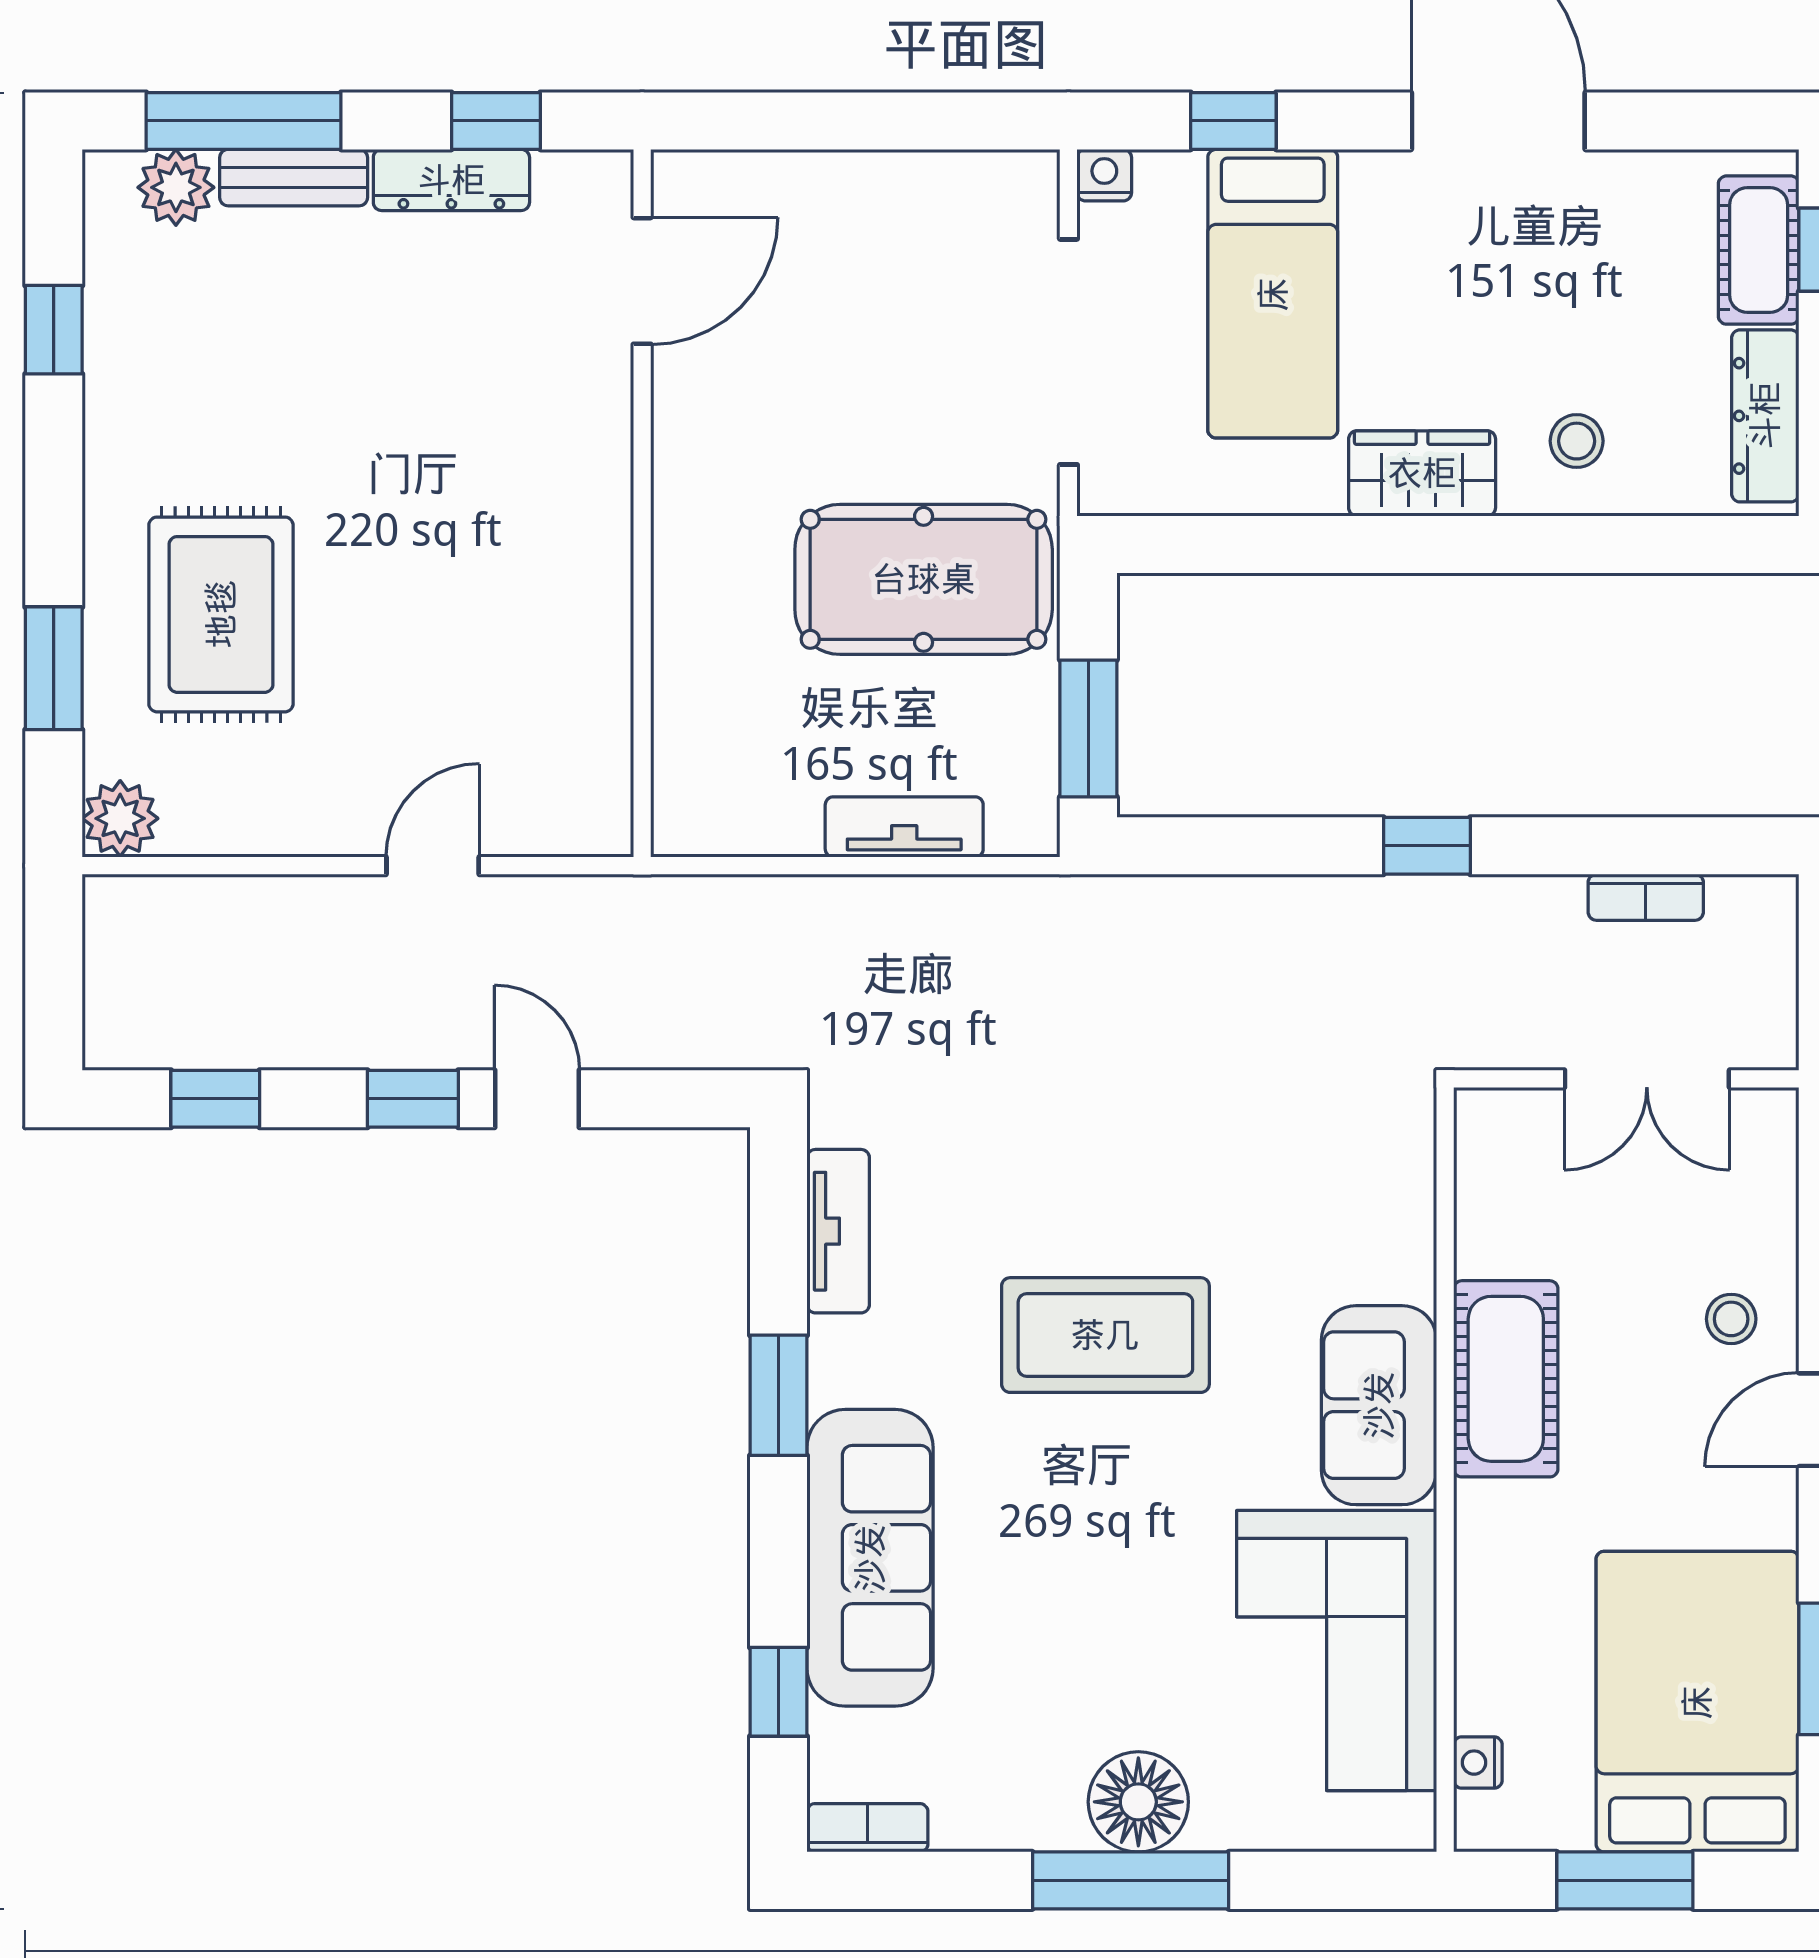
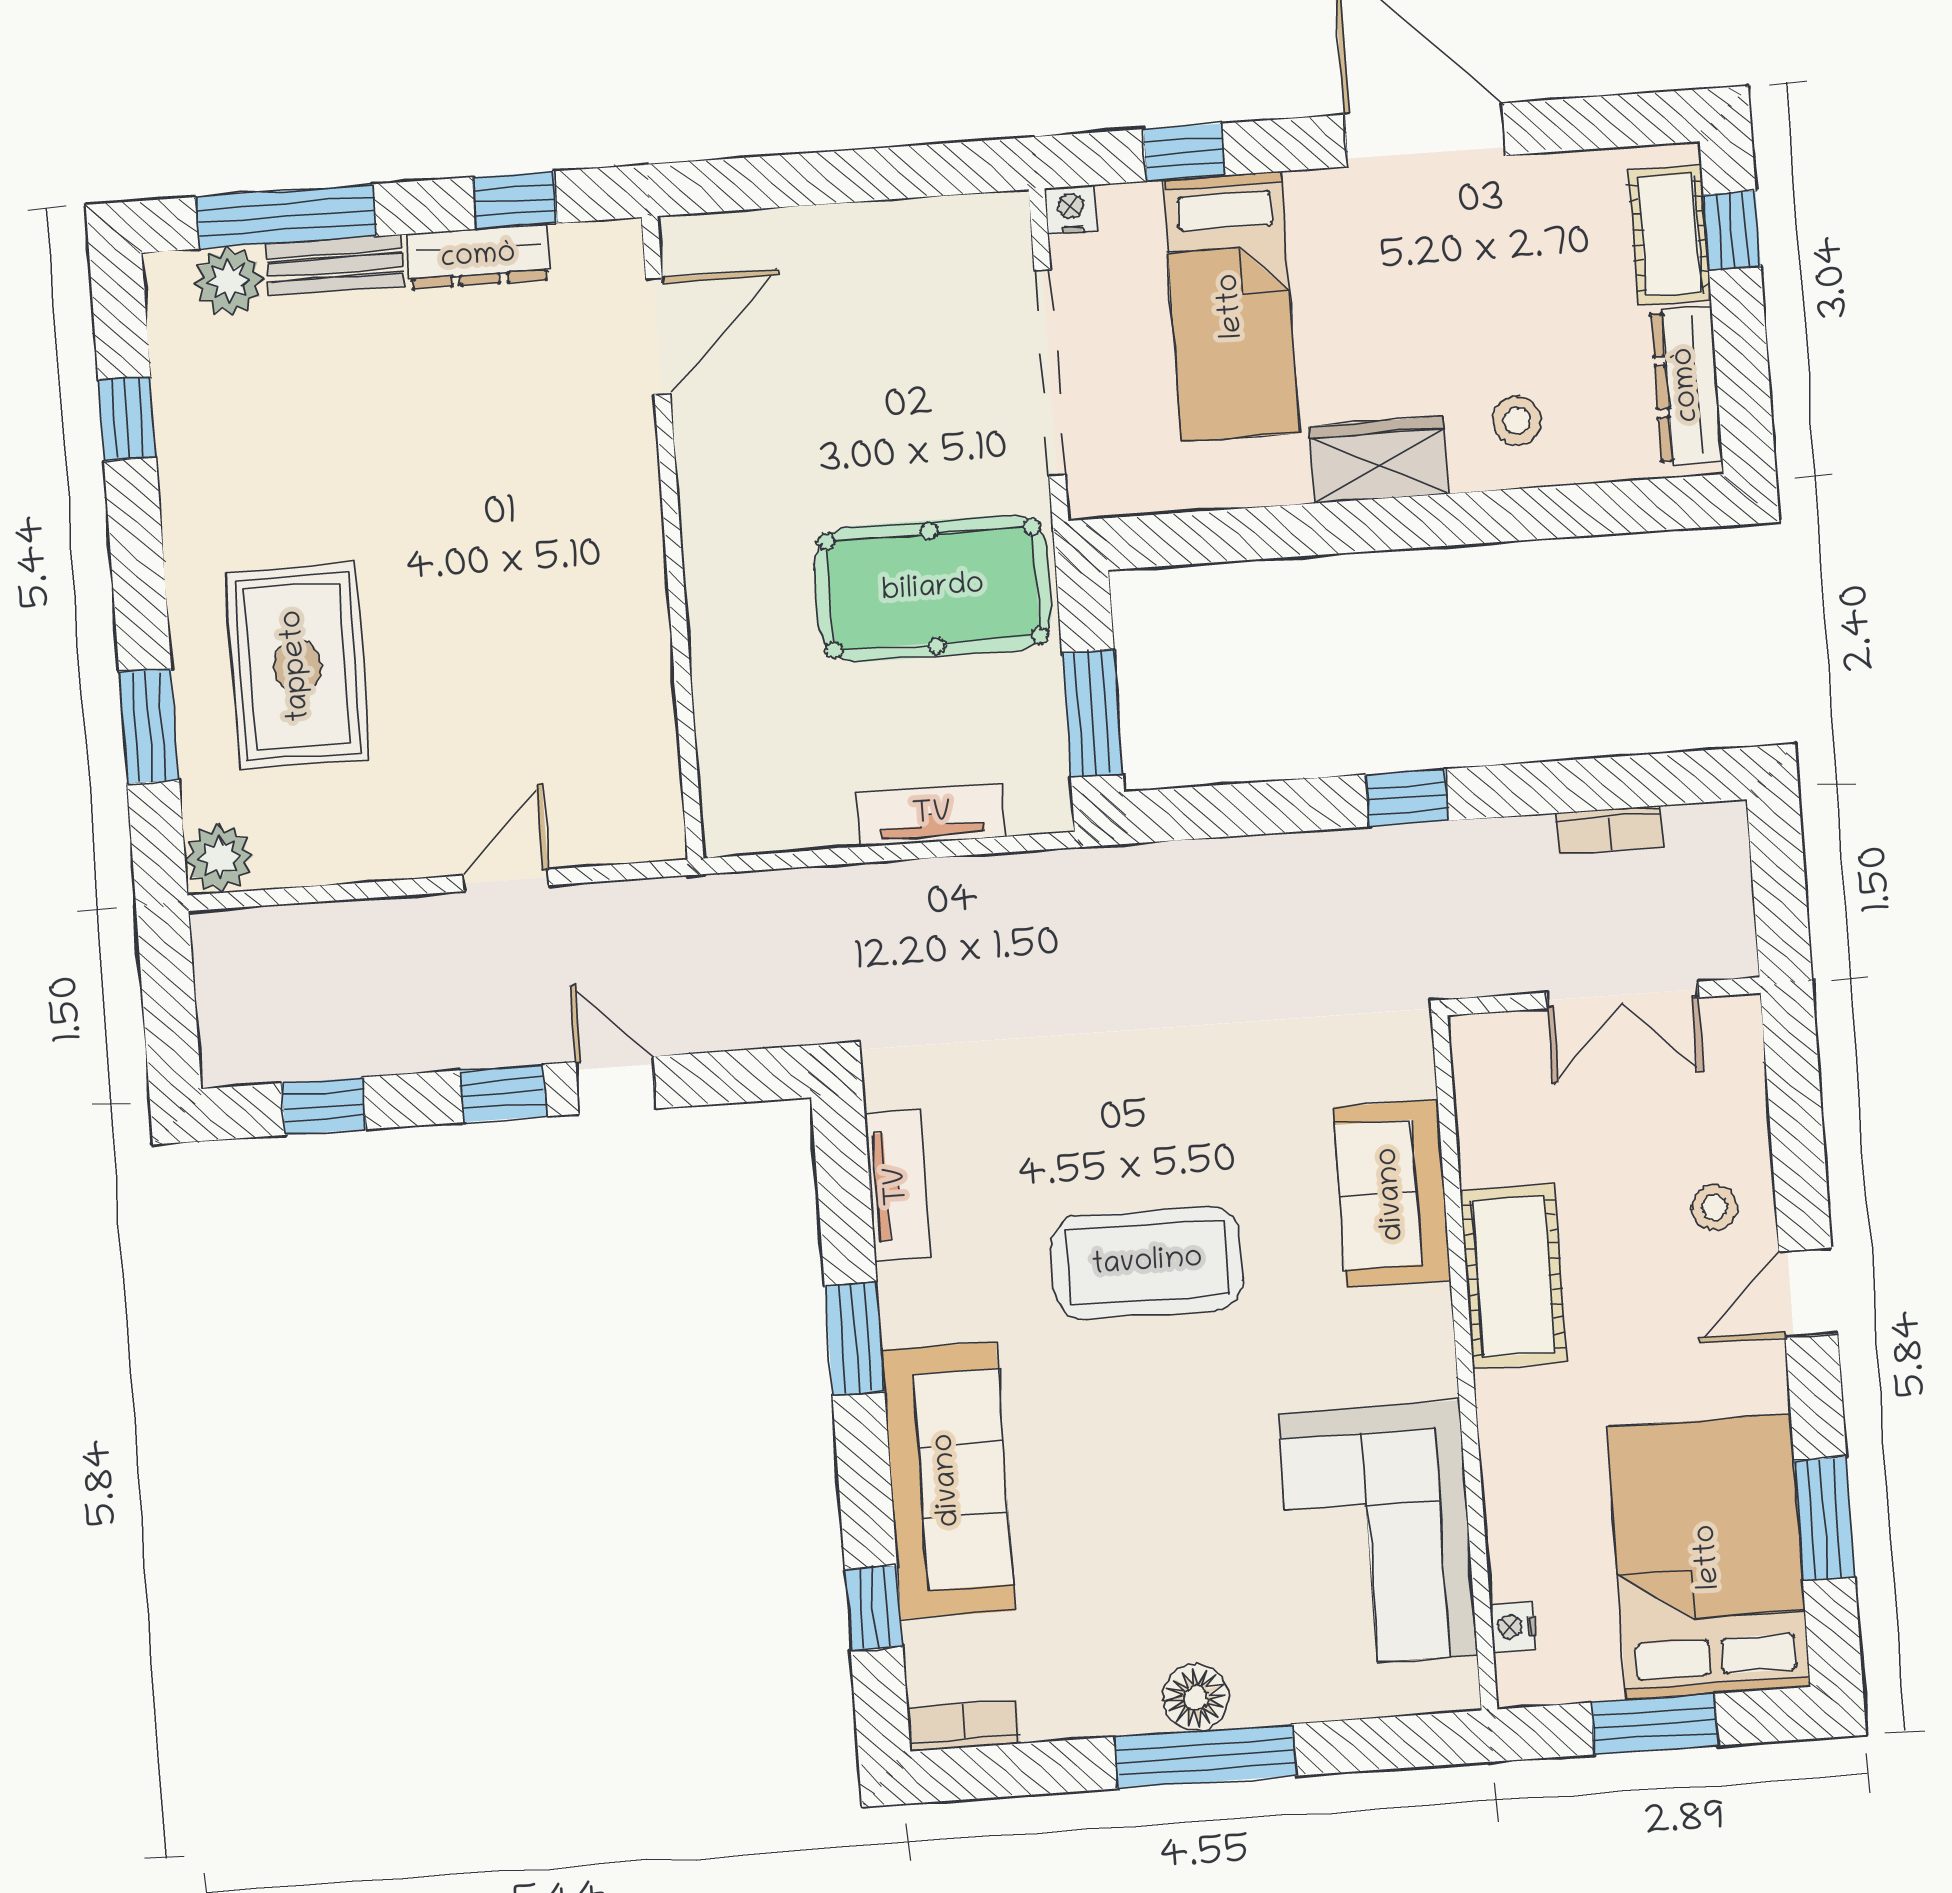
sofa: (1379, 1405) -> (1392, 1194), moved
floor lamp: (1138, 1802) -> (1196, 1698), width x0.73, depth x0.73

